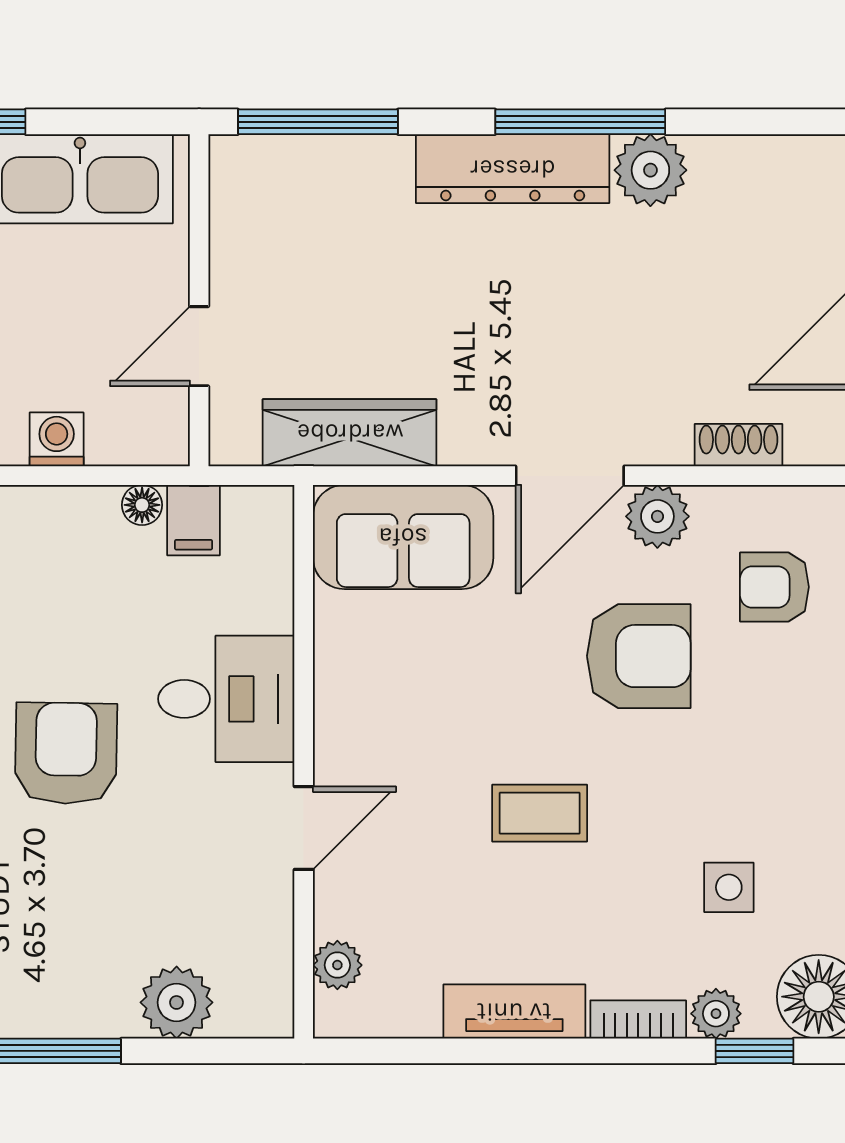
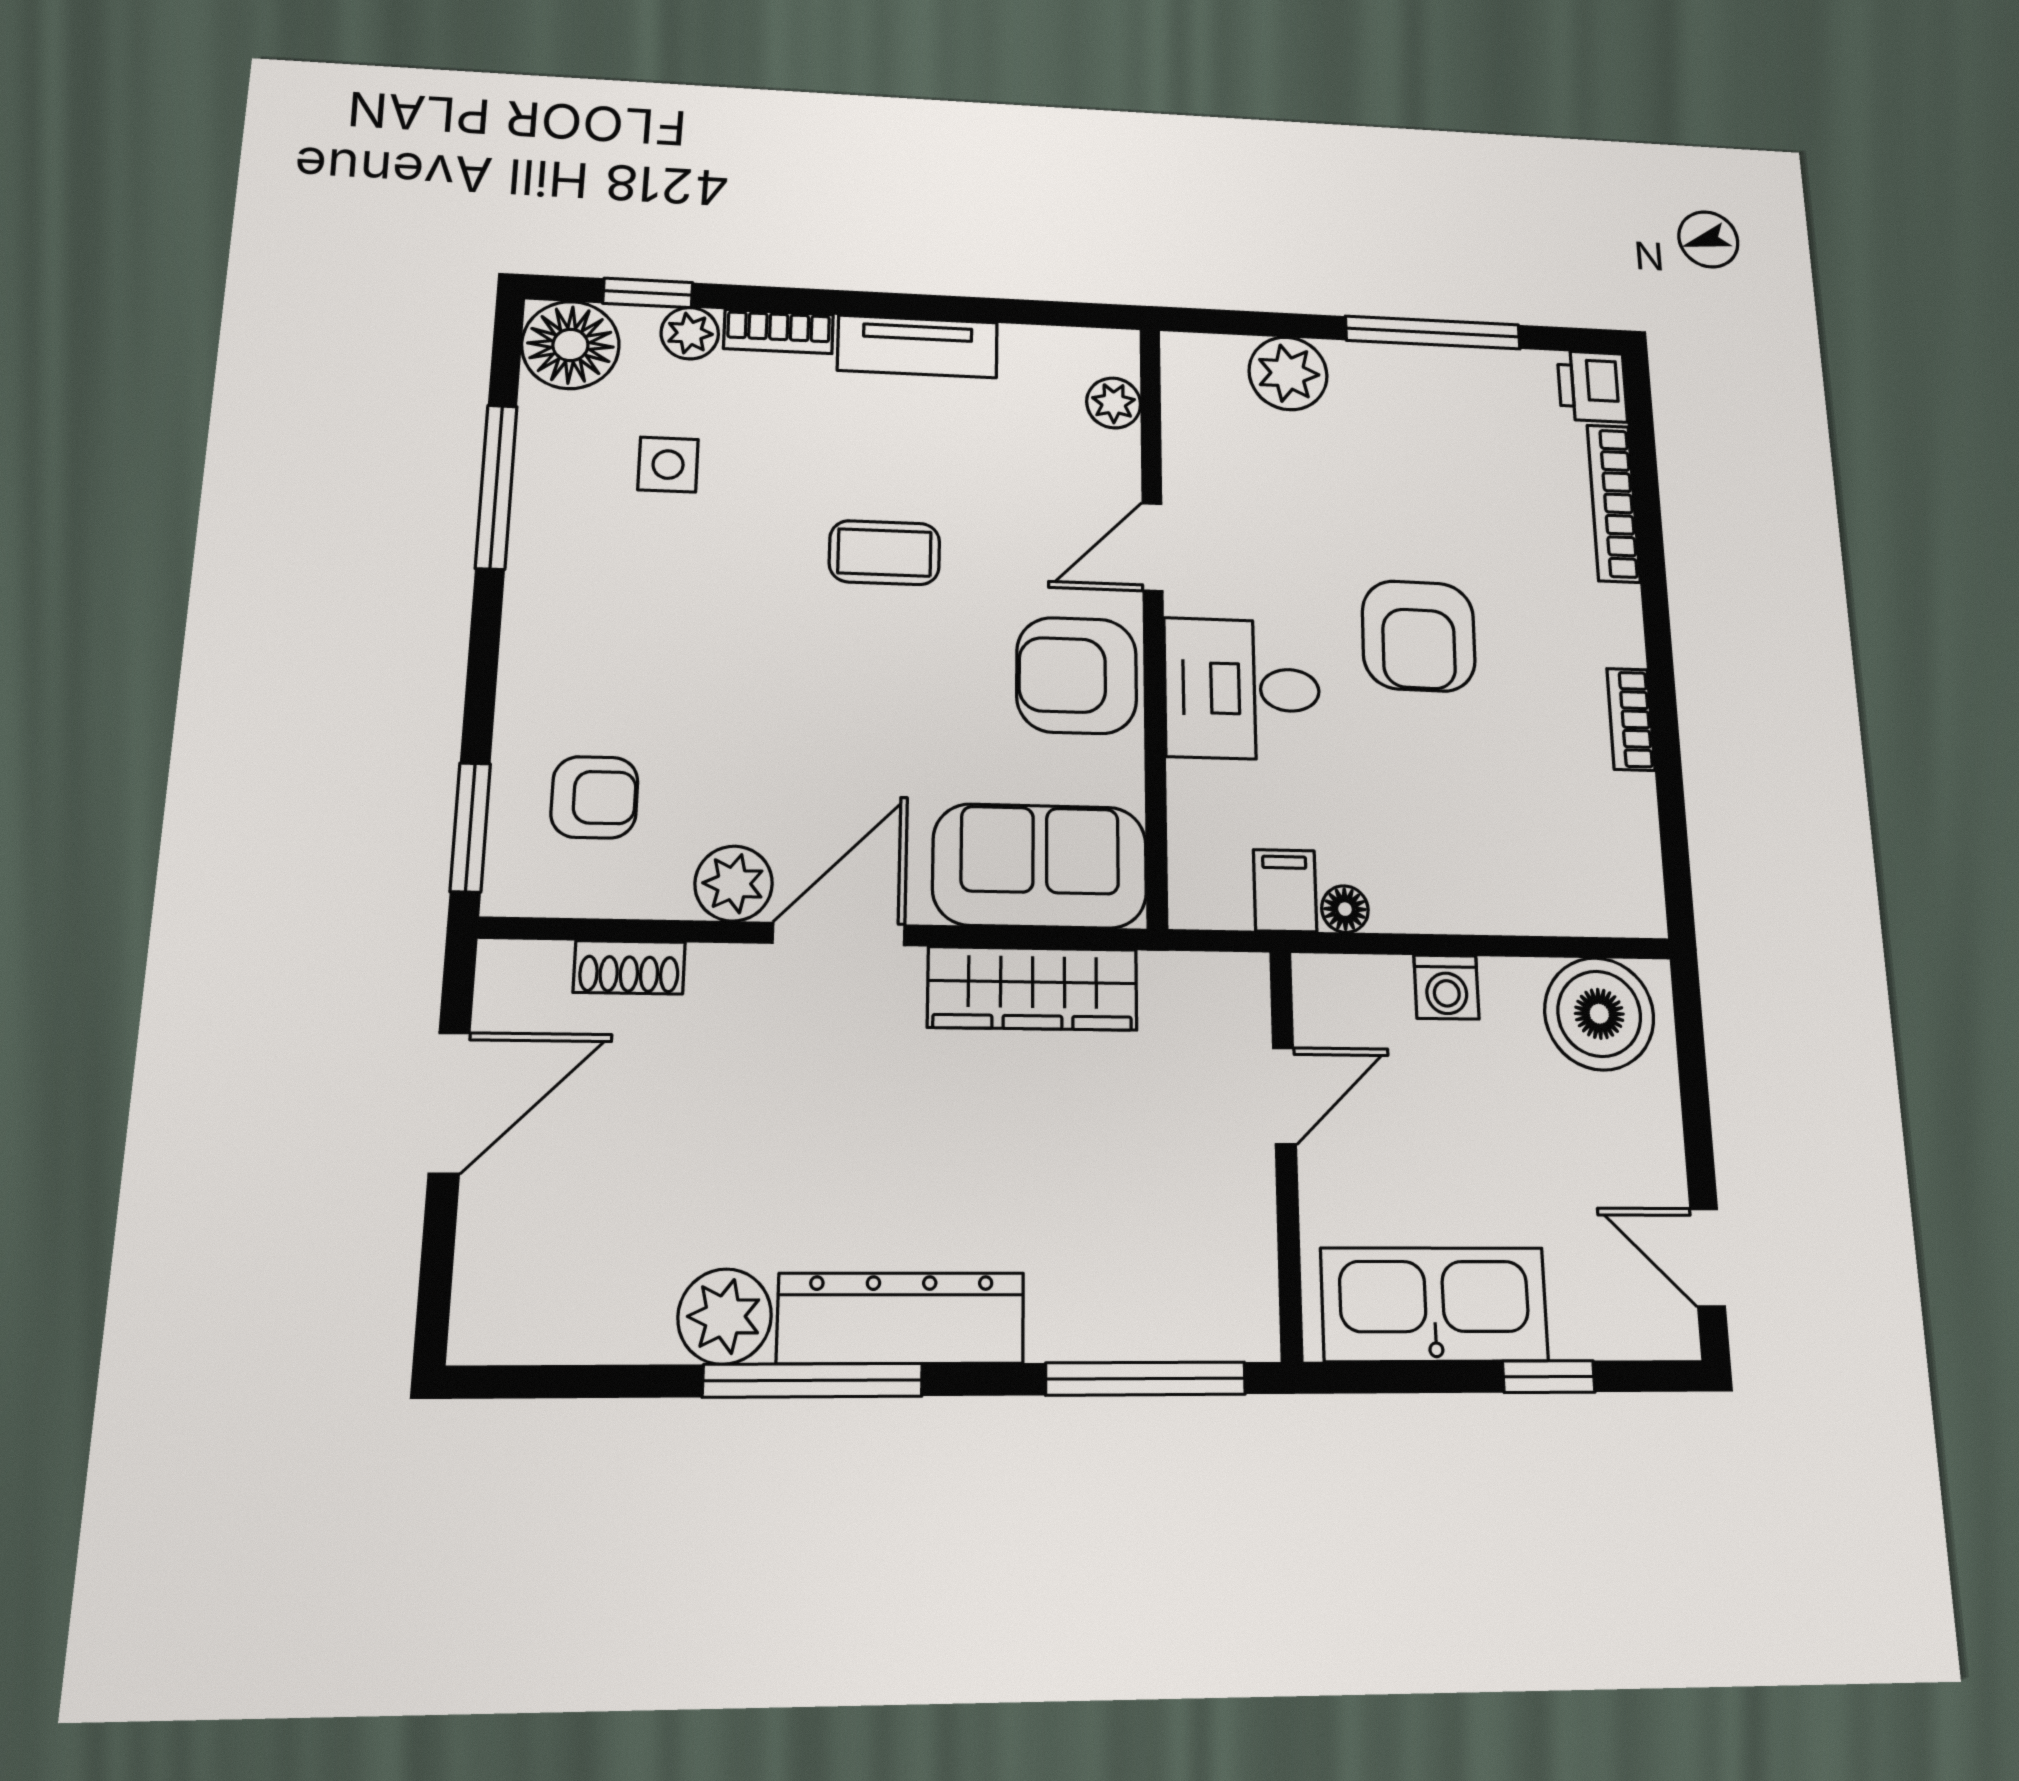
wardrobe: (350, 433) -> (1033, 988), moved
armchair: (639, 656) -> (1077, 675), moved

